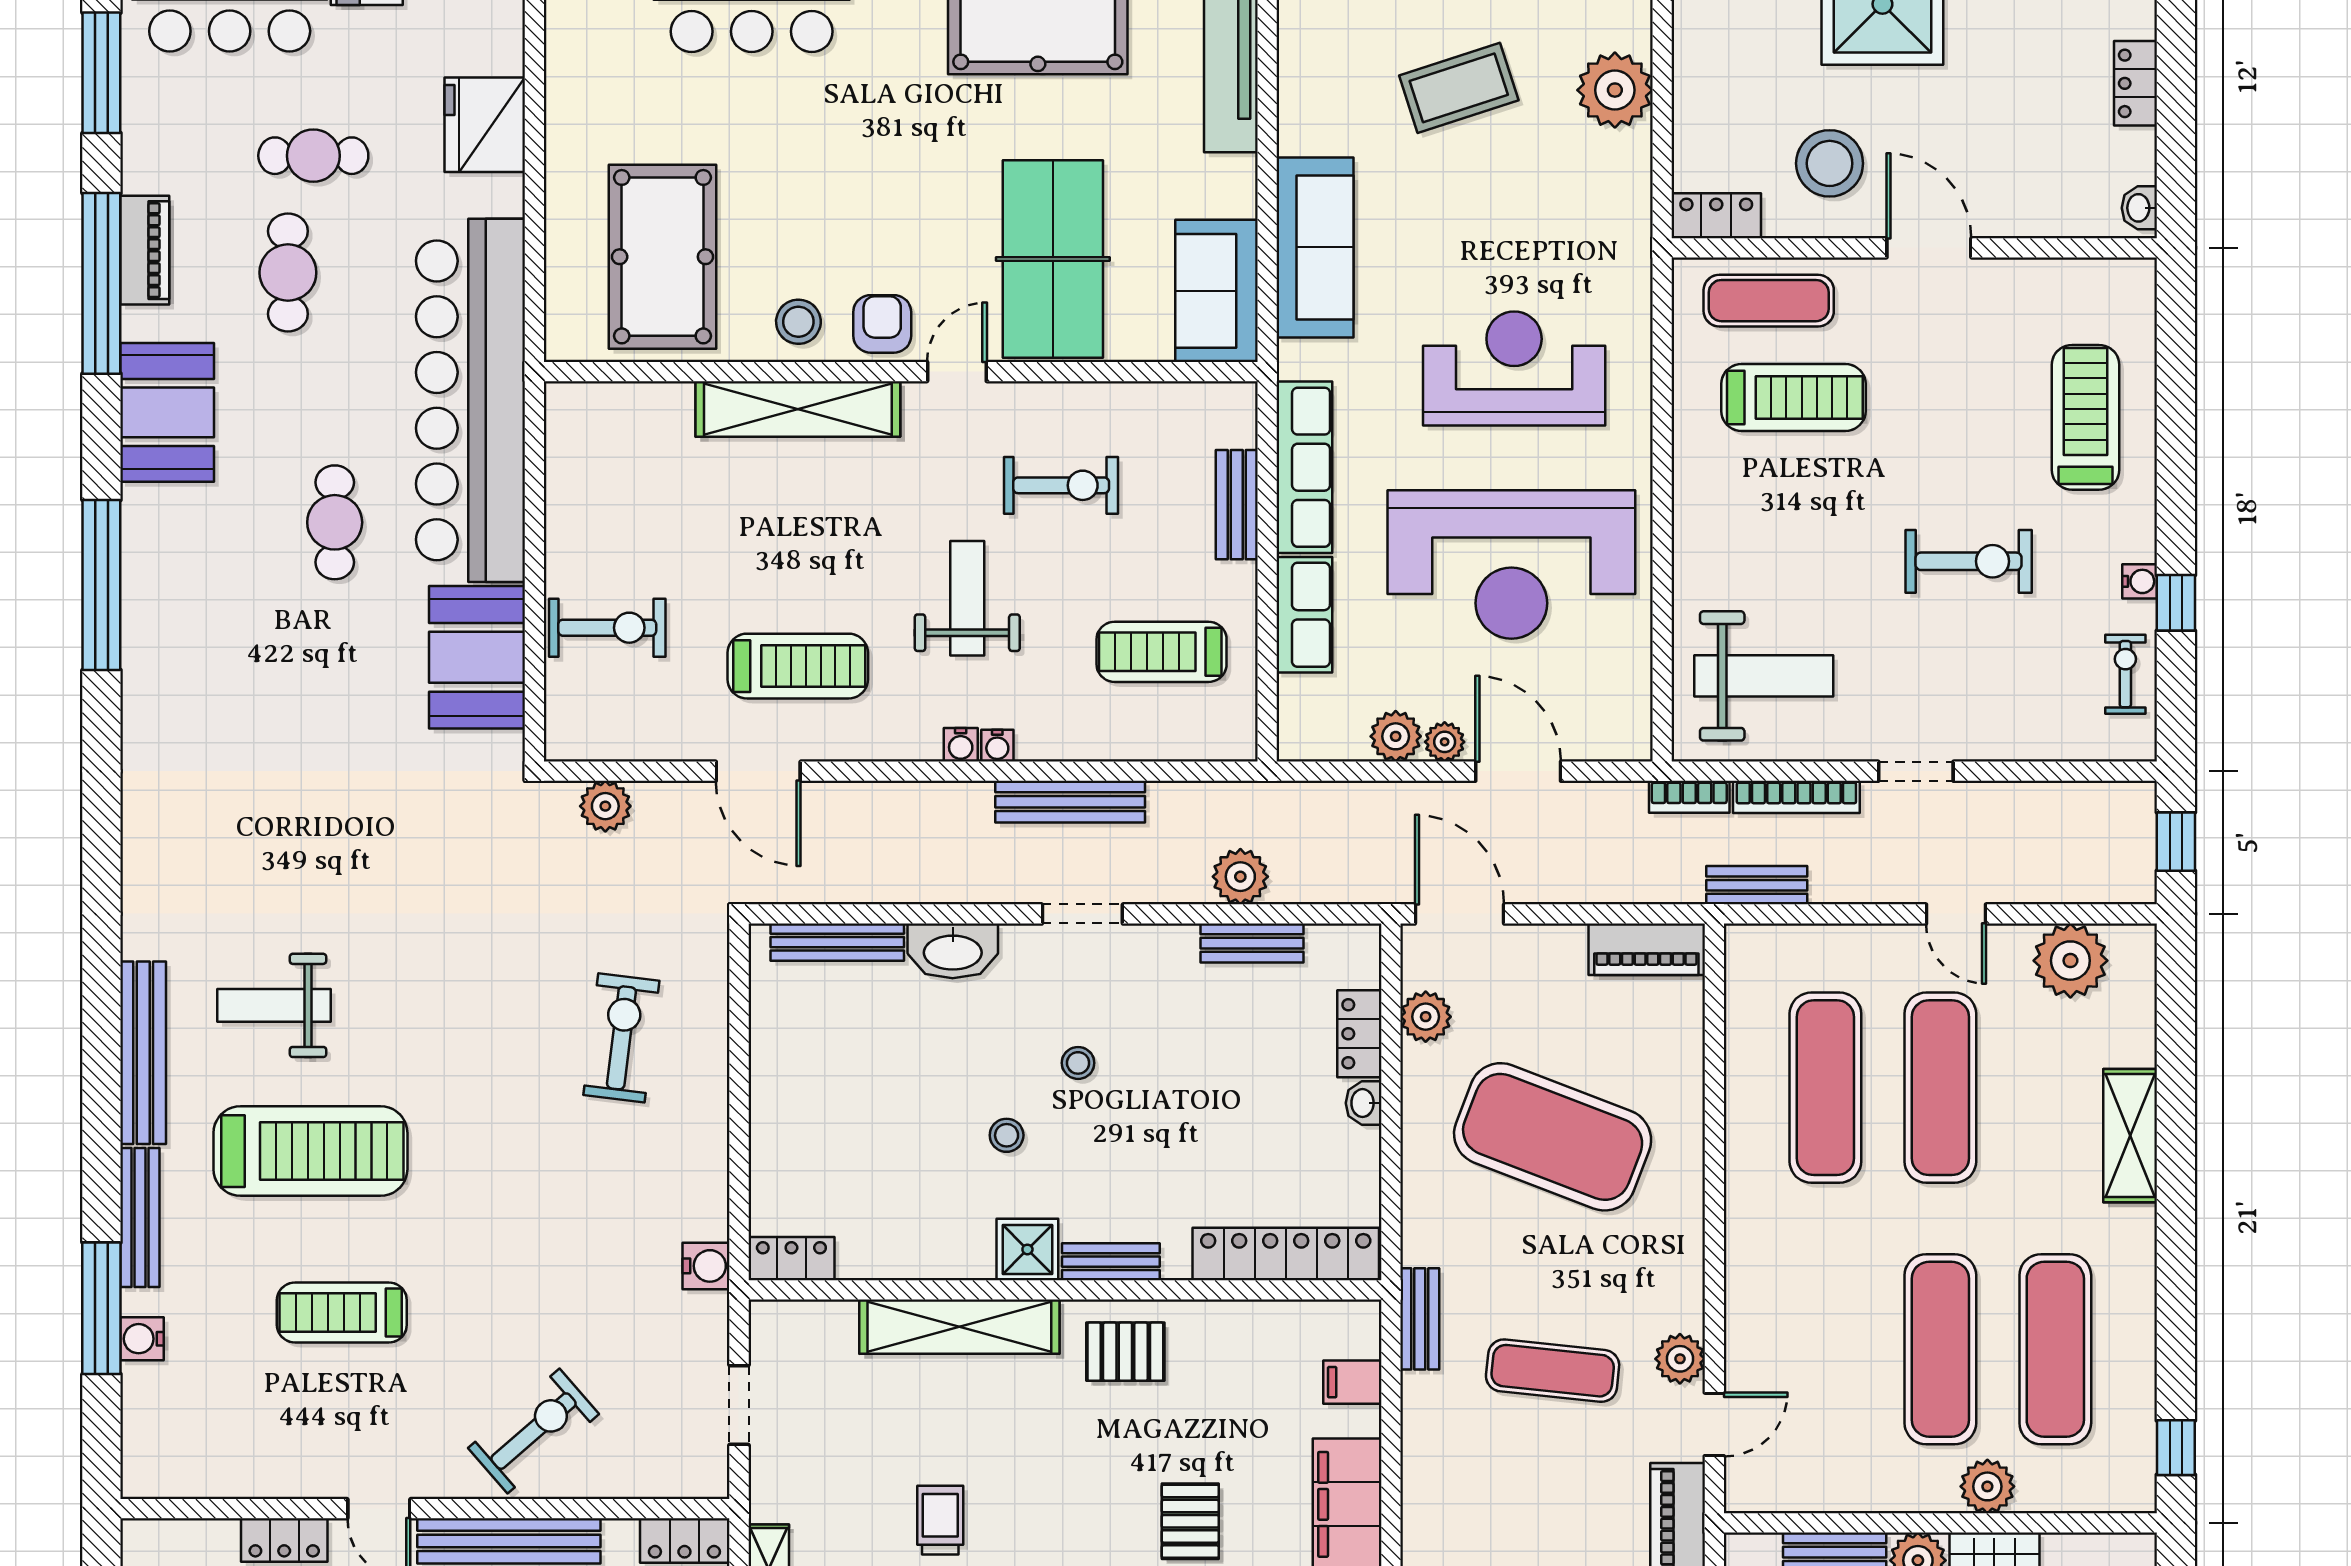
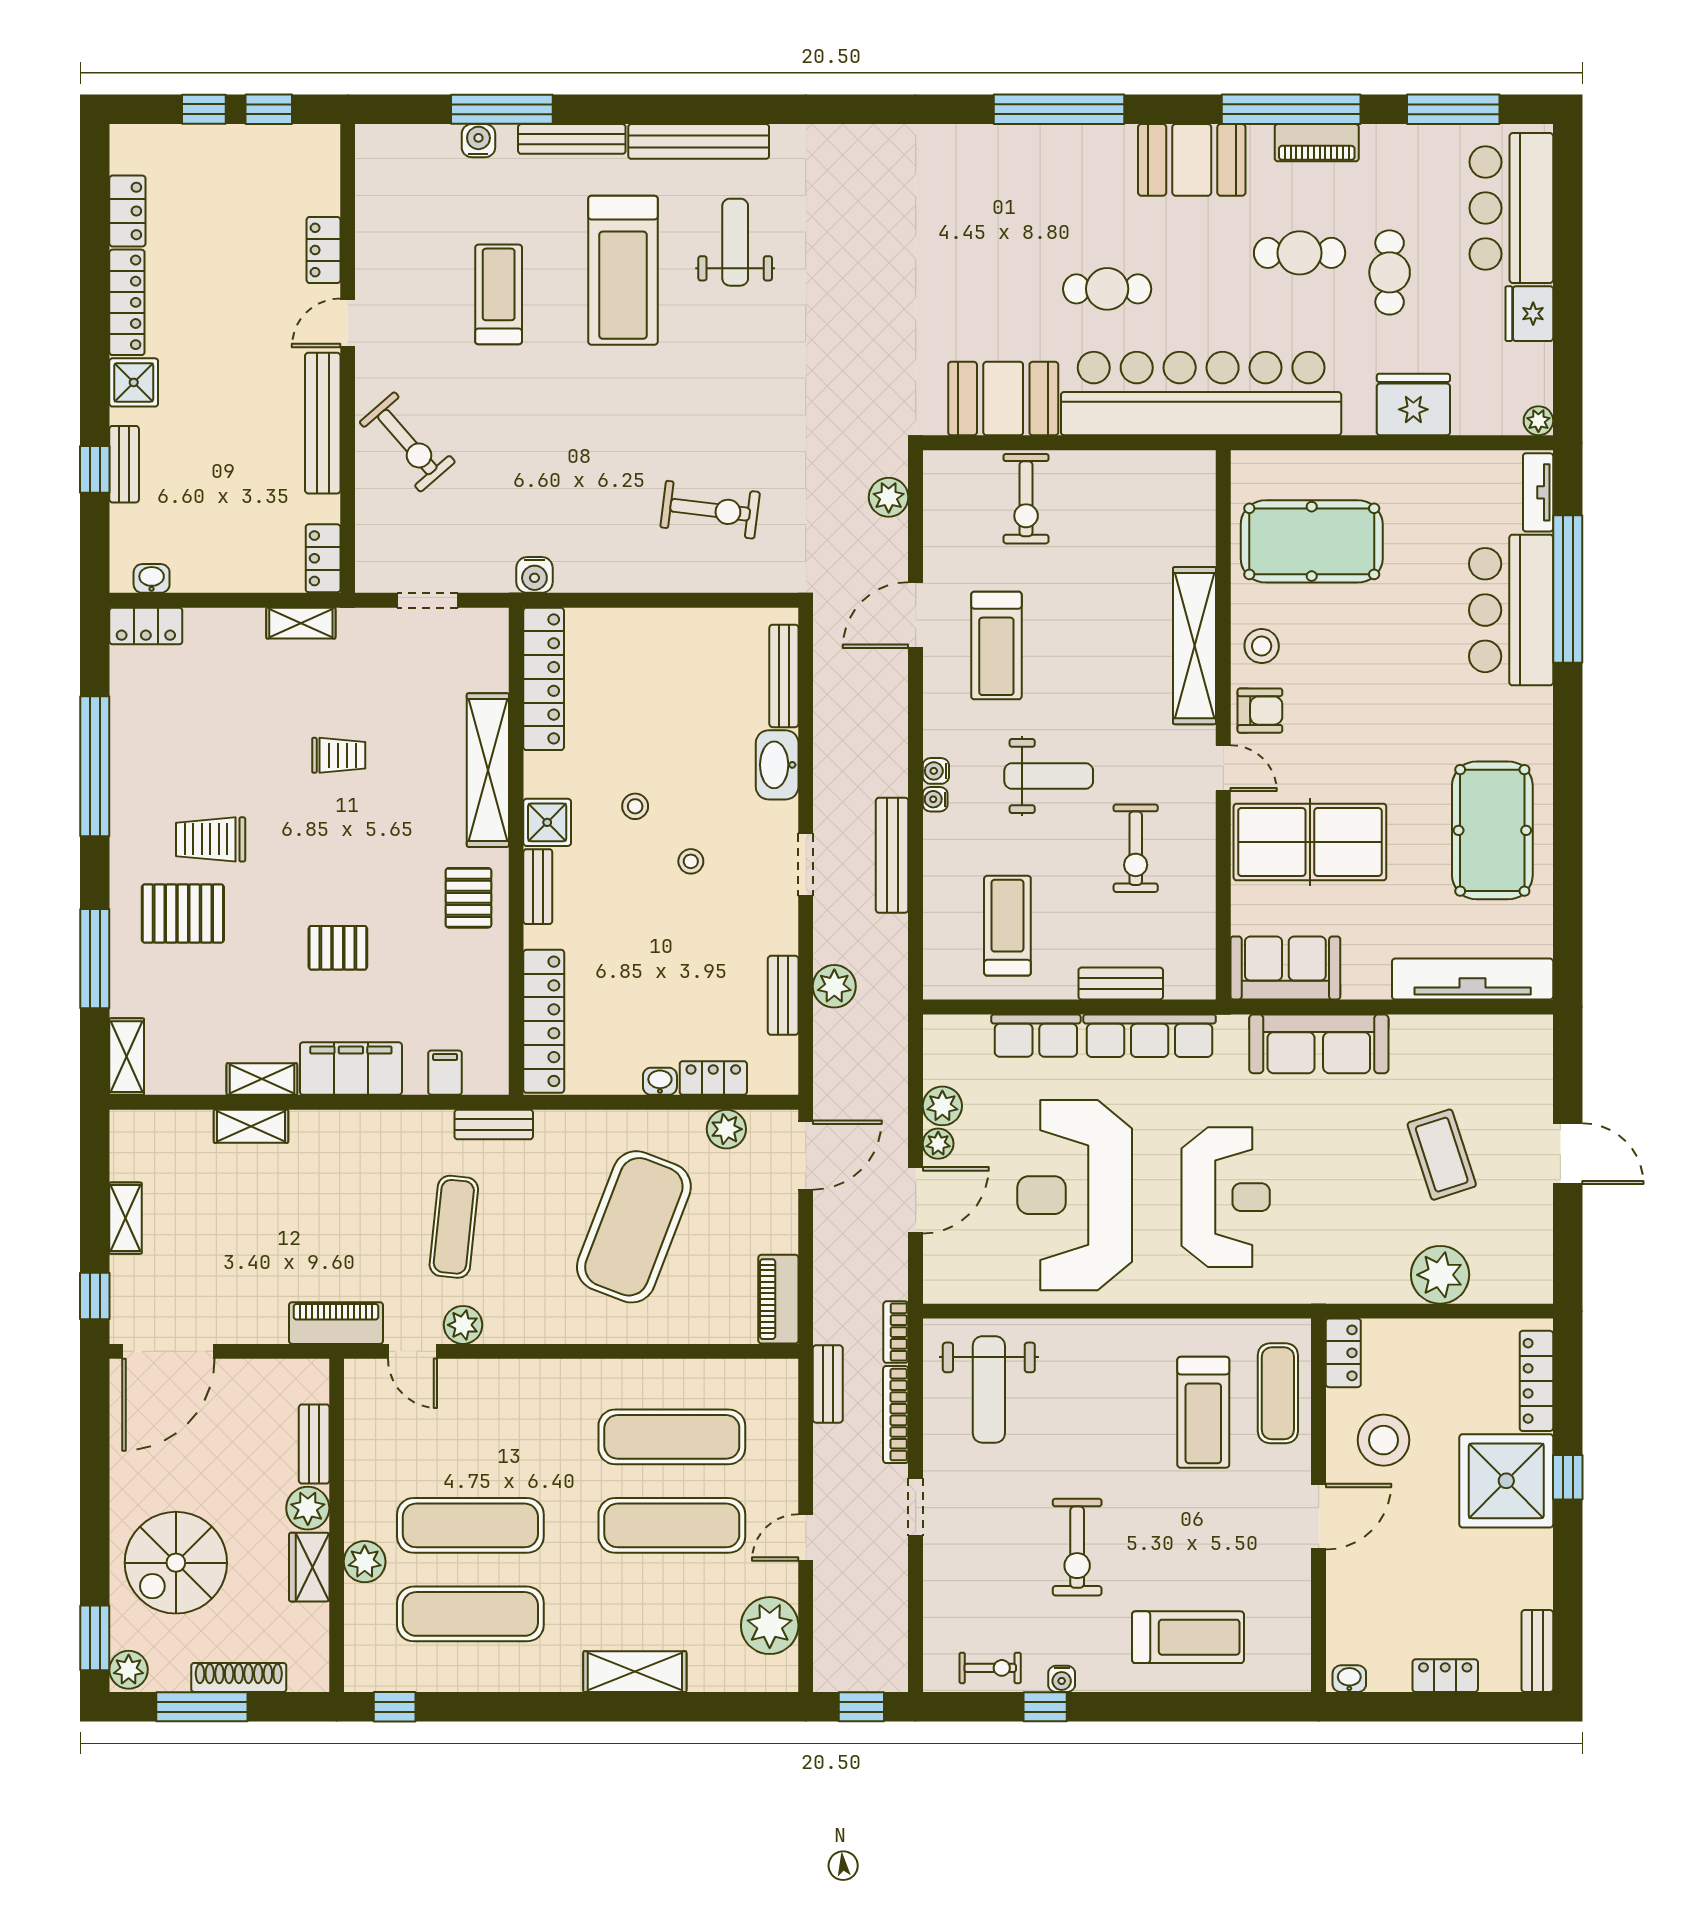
locker: (791, 1259) -> (544, 679), width x2.16, depth x1.21

